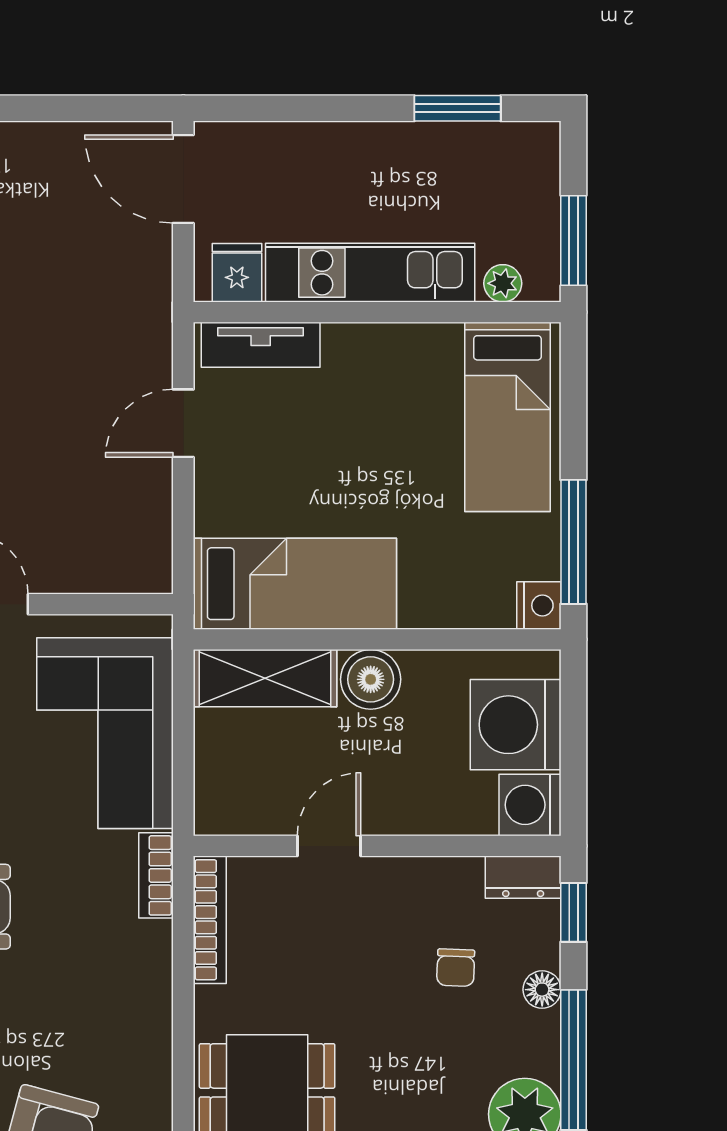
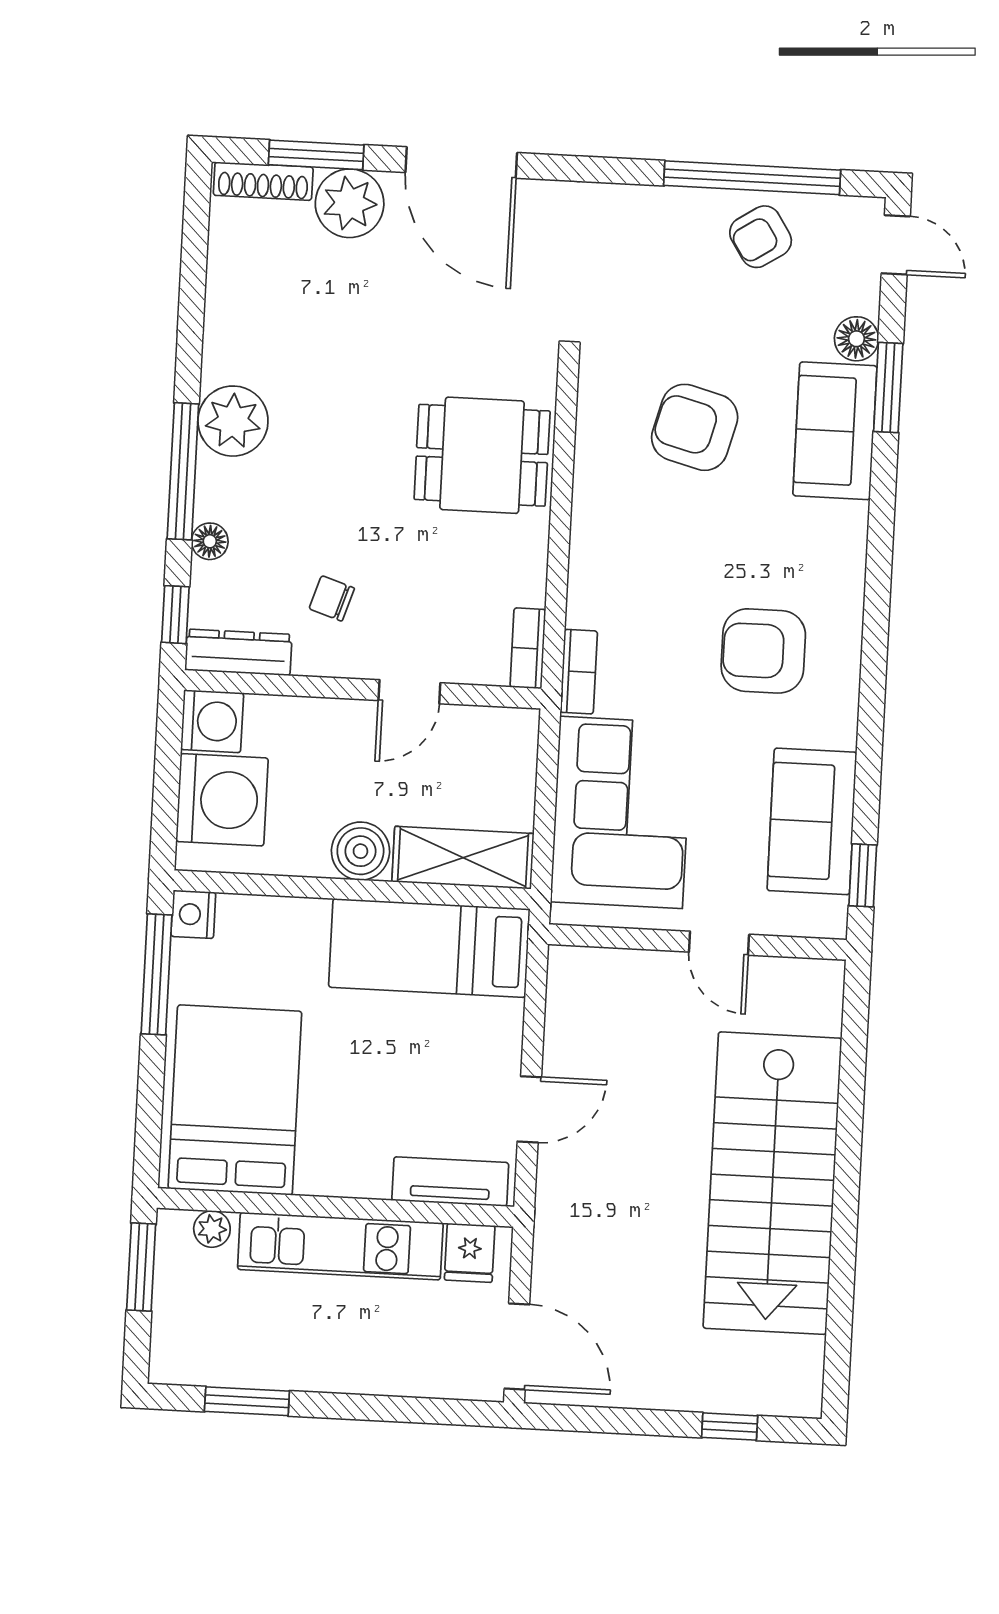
bed: (507, 417) -> (235, 1100), width x1.50
dresser: (523, 877) -> (238, 652), width x1.44
bookcase: (210, 920) -> (528, 648), width x0.64
chair: (456, 968) -> (332, 598), moved, turned -74

